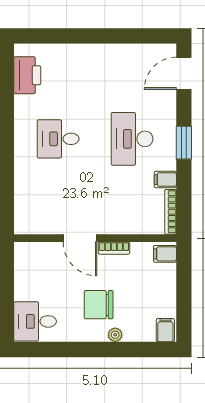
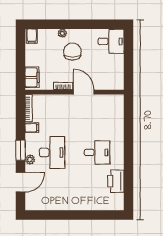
door: (184, 73) -> (21, 182), moved
printer: (27, 75) -> (116, 181), moved
plant: (168, 127) -> (30, 159), added
filing cabinet: (165, 254) -> (32, 77), width x2.00
chair: (99, 305) -> (72, 52), turned -90

